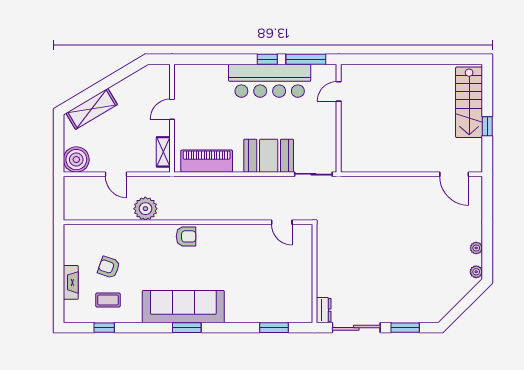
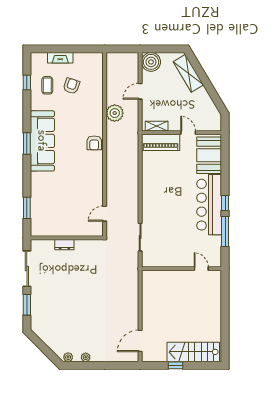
door: (339, 91) -> (201, 269), moved
wall: (339, 118) -> (182, 269), moved
booth: (269, 156) -> (209, 155), moved
piano: (207, 161) -> (161, 142), moved, turned 90
dresser: (324, 310) -> (64, 245), moved

